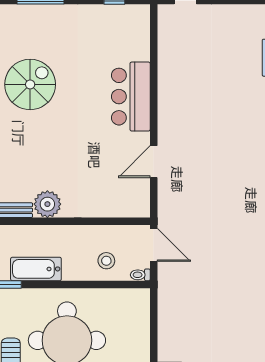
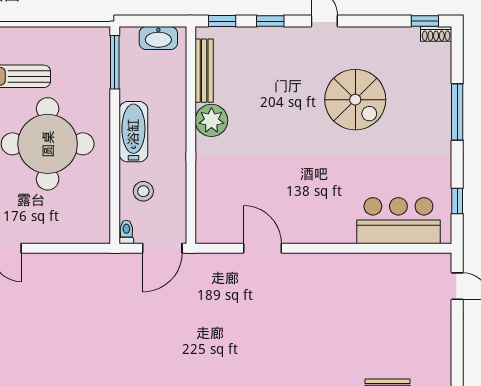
bar counter: (131, 97) -> (398, 221), moved
bathtub: (36, 269) -> (133, 132), moved

